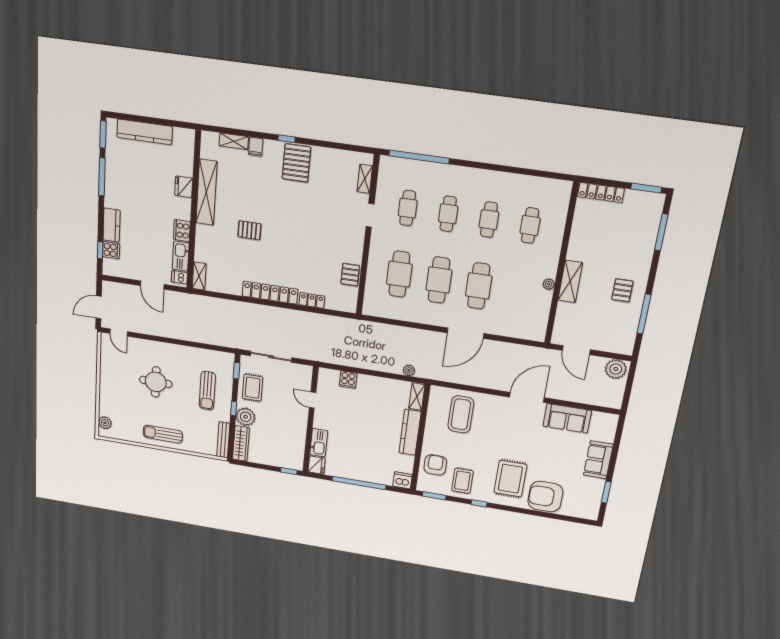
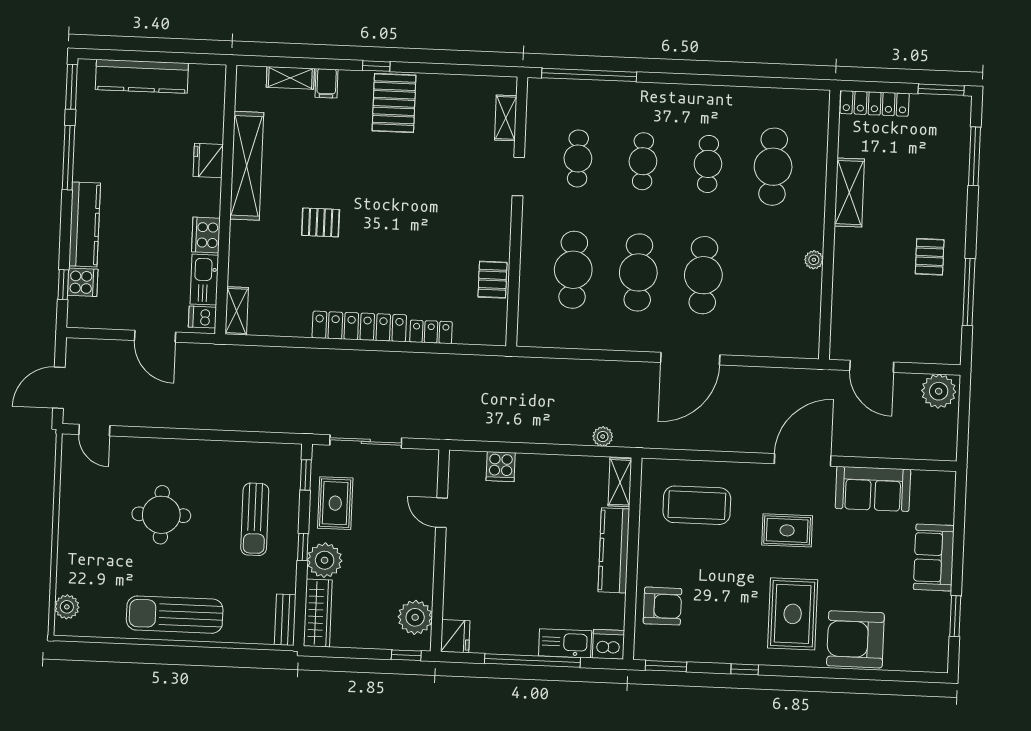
kitchen counter: (112, 225) -> (85, 224), width x1.50
cafe table: (530, 225) -> (773, 167), width x1.37, depth x1.35
shelving: (570, 281) -> (849, 193), moved
coffee table: (461, 414) -> (697, 505), turned 90
sun lounger: (163, 434) -> (175, 615), width x1.36, depth x1.34
bench: (223, 440) -> (285, 620), width x0.73
kitchen sink: (319, 443) -> (565, 643), moved, turned -90
plant: (295, 453) -> (415, 617), added
armchair: (435, 465) -> (662, 606), turned 90
rug: (462, 481) -> (787, 530), moved, turned 90

